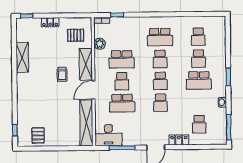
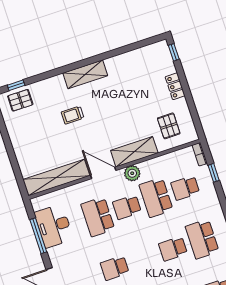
plant: (100, 44) -> (132, 173), moved
shelving: (22, 57) -> (85, 74), moved
trolley: (62, 74) -> (73, 115), moved
school desk: (160, 81) -> (185, 188), moved
pallet: (38, 135) -> (20, 100), moved
desk: (108, 135) -> (54, 226), moved

